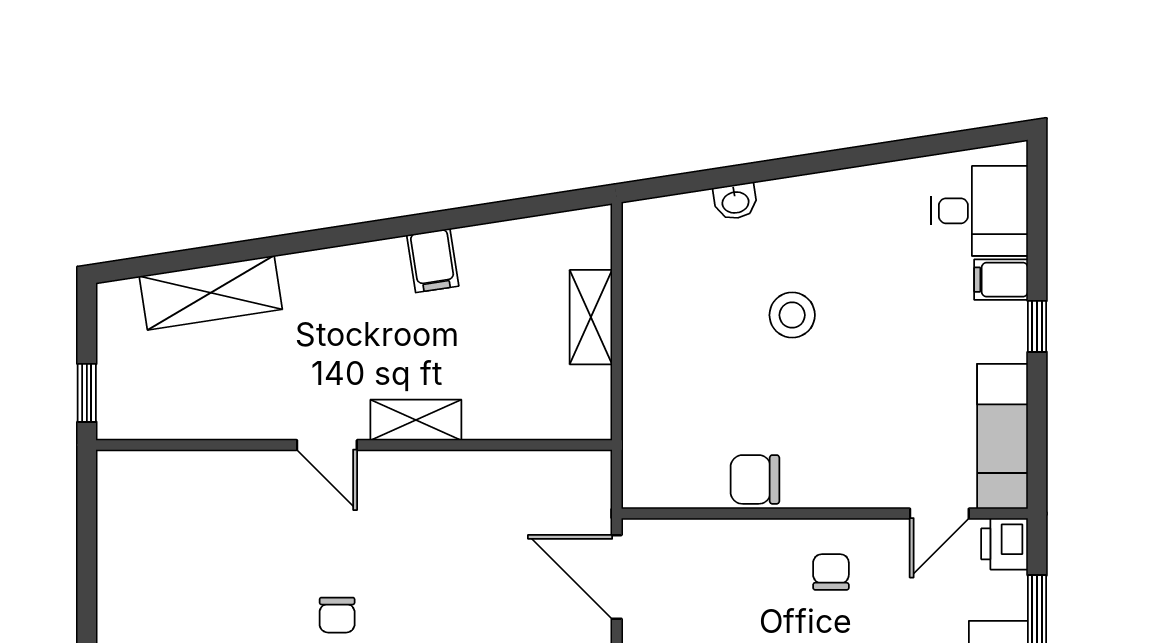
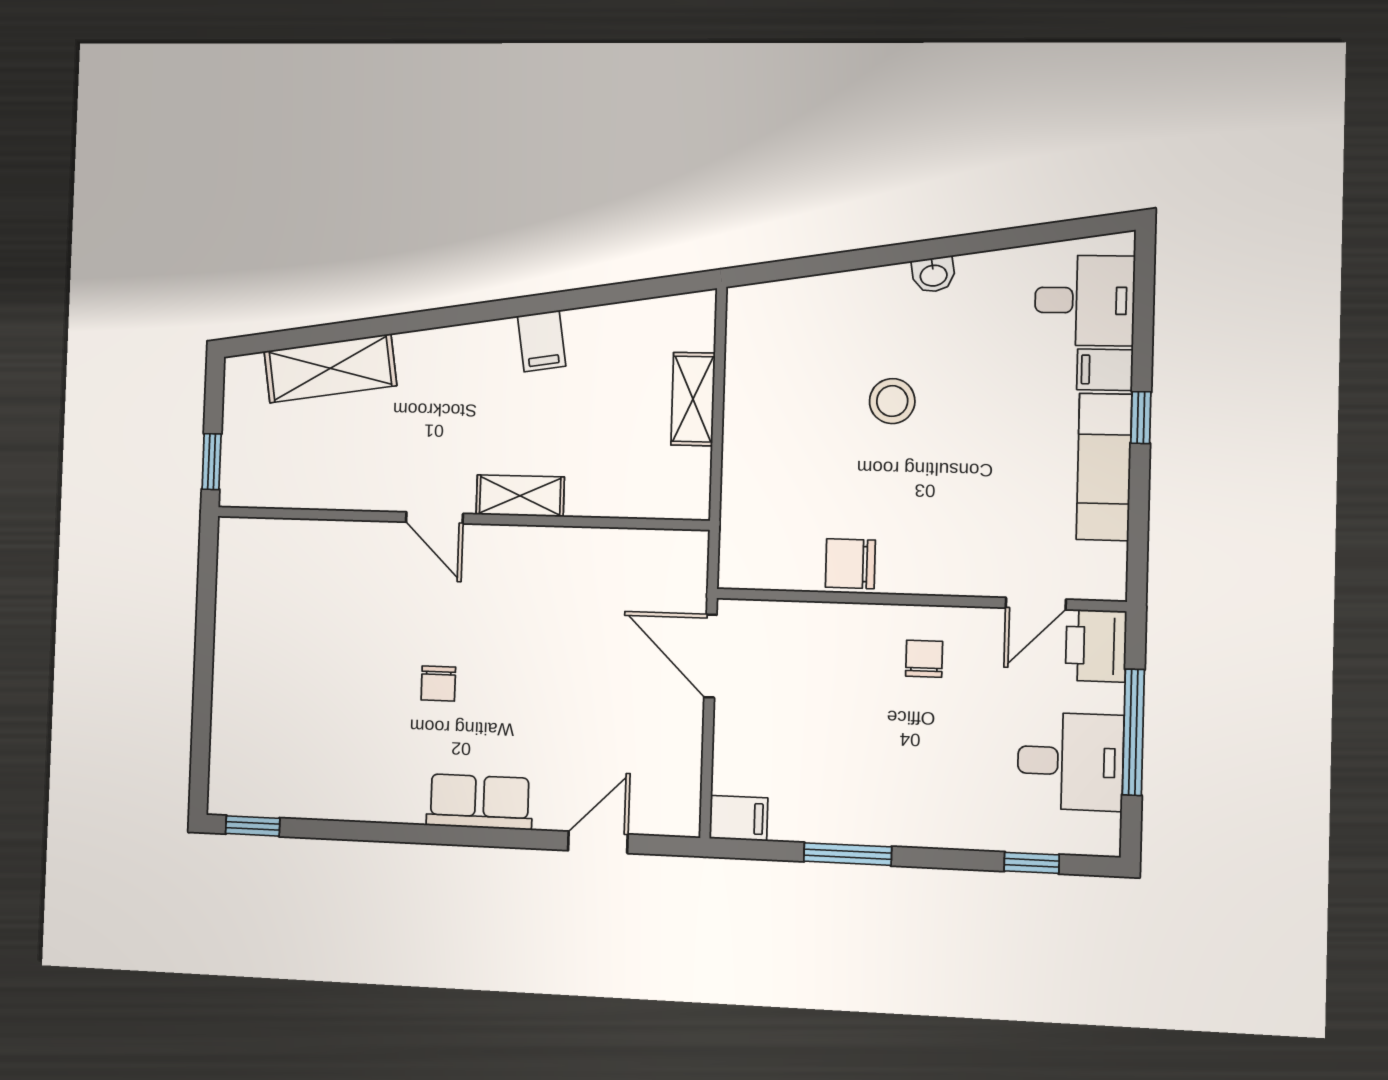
washbasin: (735, 201) -> (933, 275), moved
exam couch: (1003, 436) -> (1104, 467), moved
printer: (1005, 544) -> (1096, 646), width x1.36, depth x1.24

